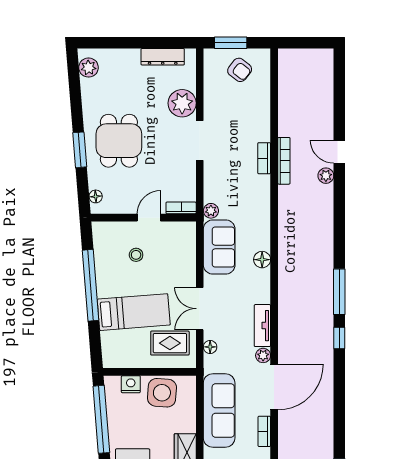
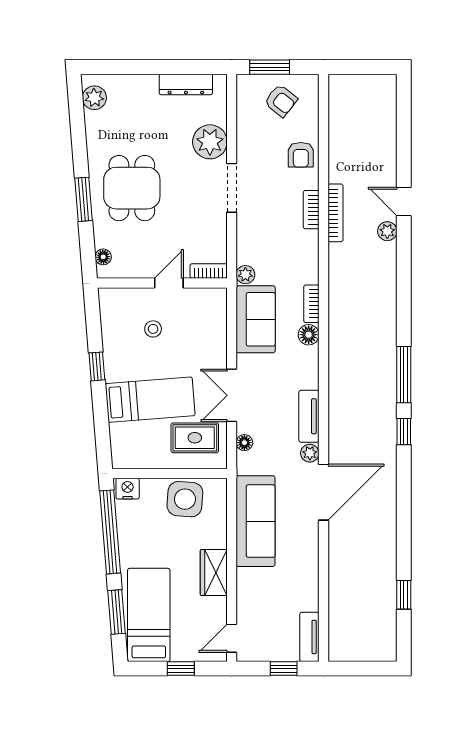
armchair: (256, 114) -> (301, 155), added
window: (91, 285) -> (97, 366), width x0.32
nightstand: (131, 384) -> (128, 489), moved
bookcase: (264, 431) -> (311, 304), moved

